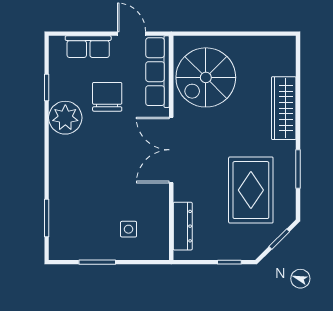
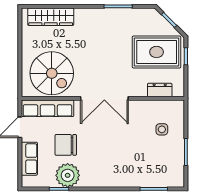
wardrobe: (284, 108) -> (51, 17), moved
plant: (65, 118) -> (68, 175), moved
rug: (251, 190) -> (157, 52), moved
dresser: (183, 226) -> (160, 90), width x0.70

